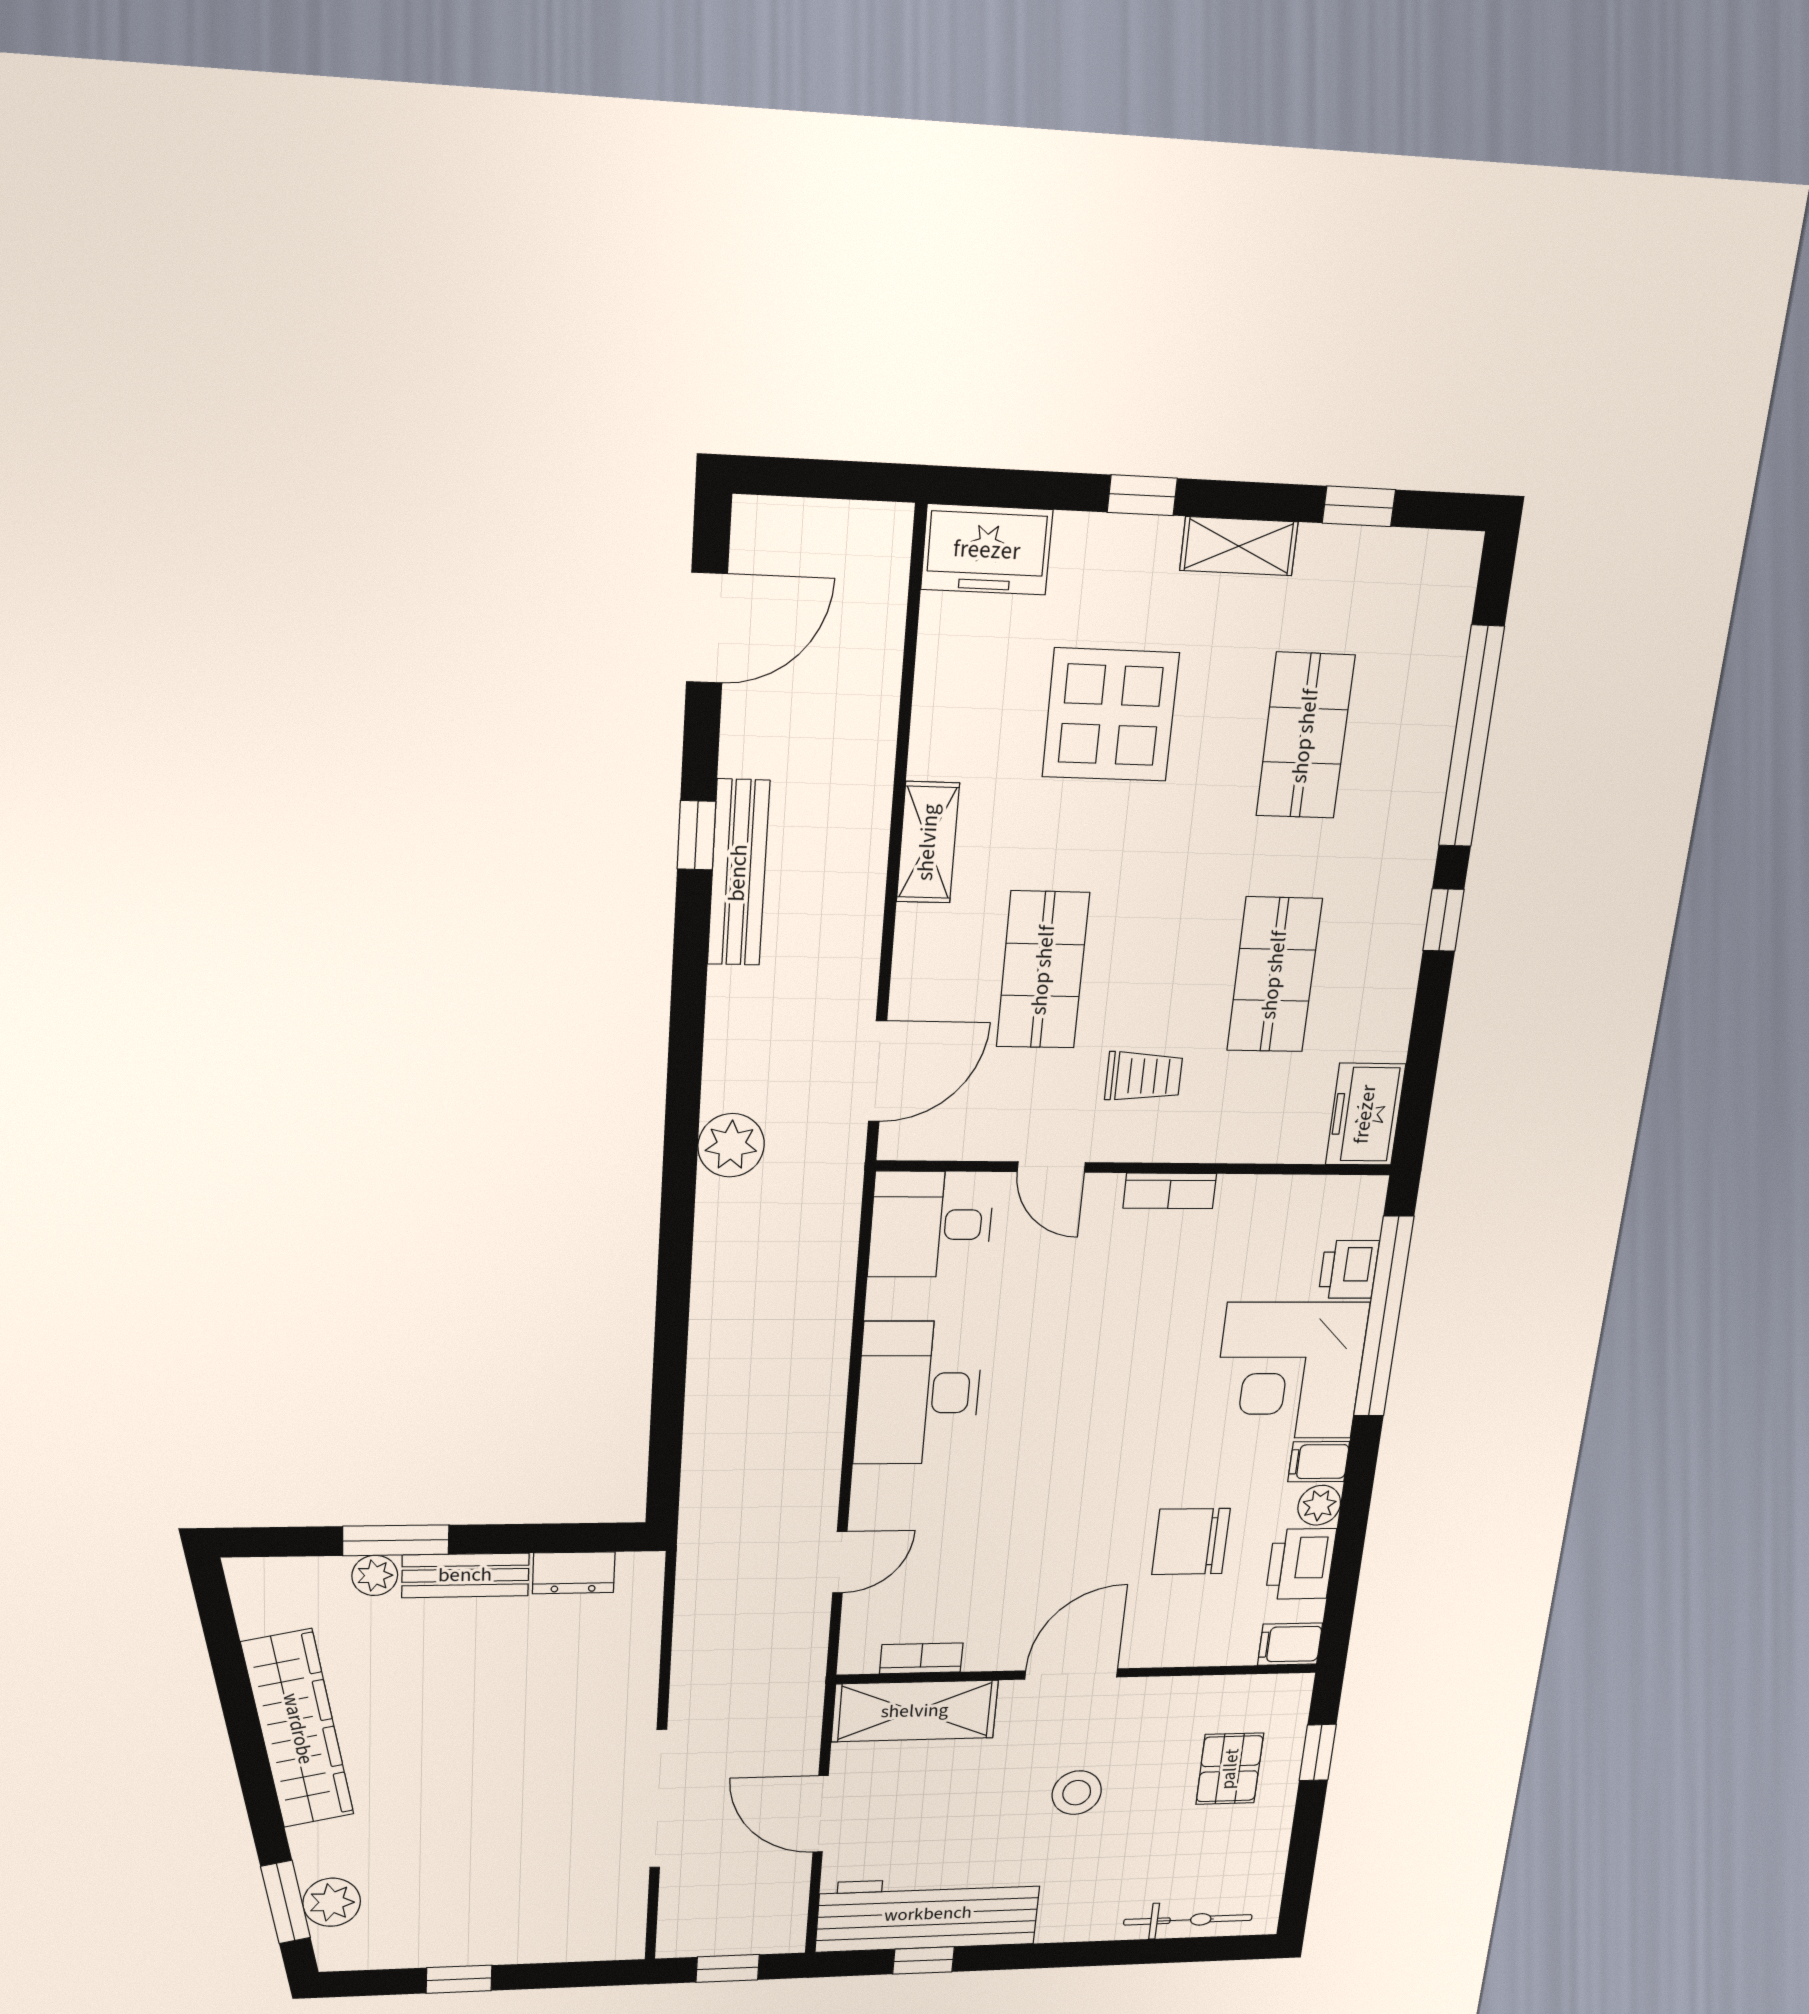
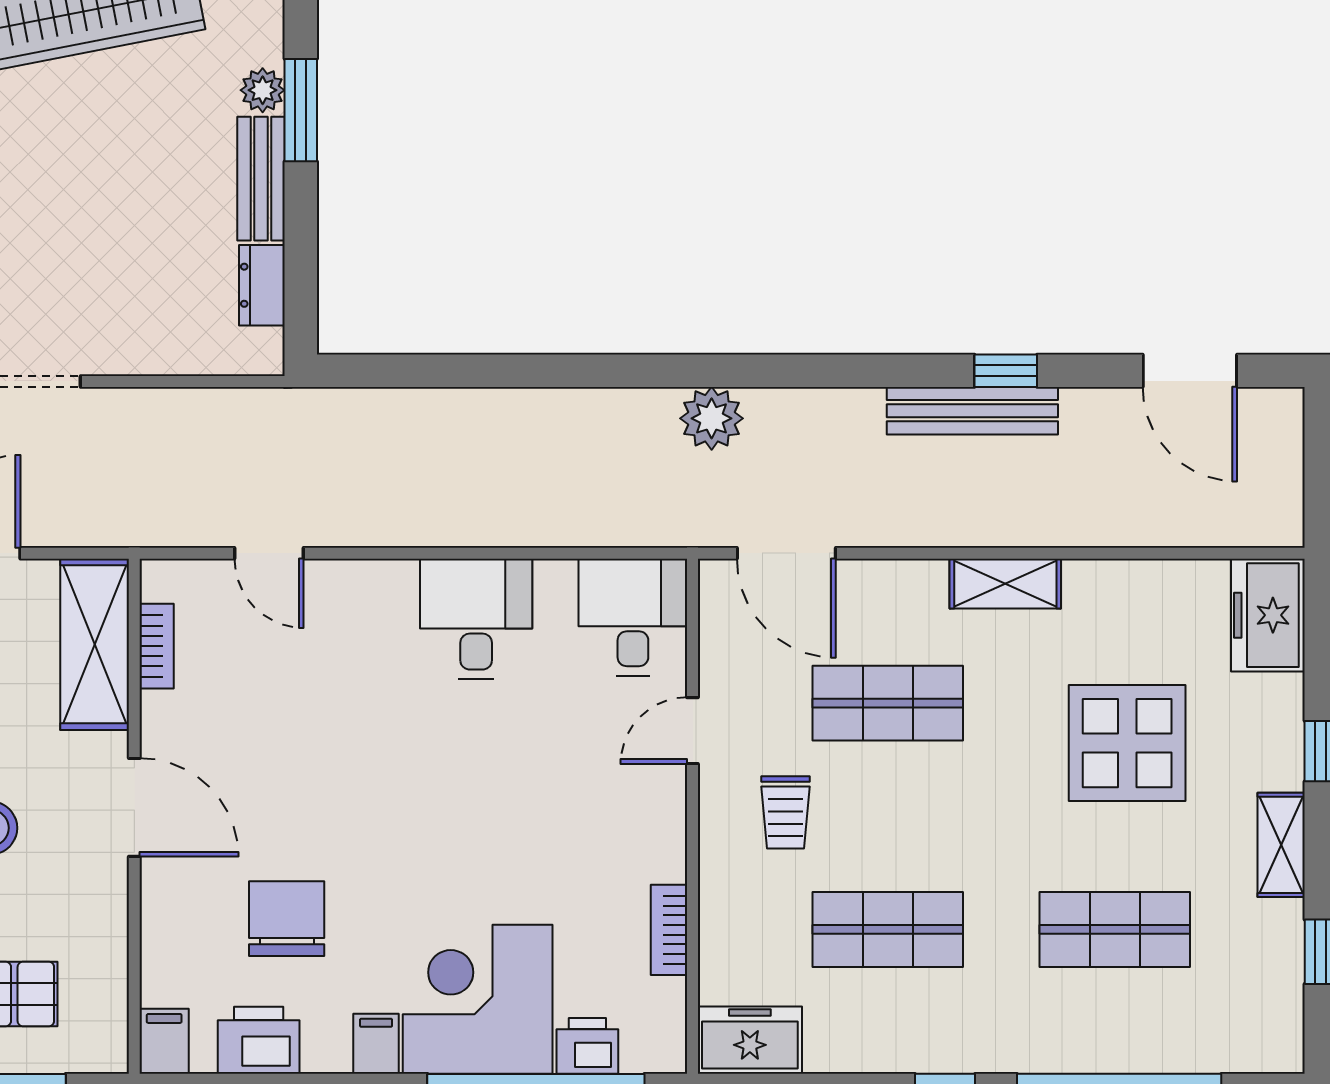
bookcase: (1170, 1191) -> (669, 930), moved
desk: (918, 1393) -> (476, 619), width x0.73
plant: (1319, 1505) -> (326, 1051), removed

